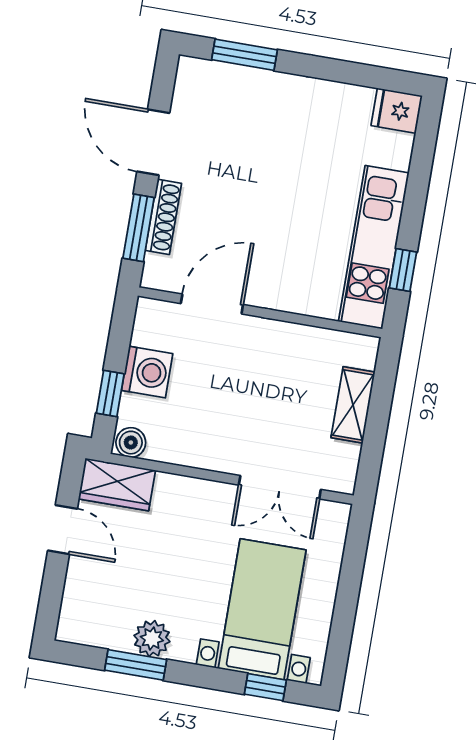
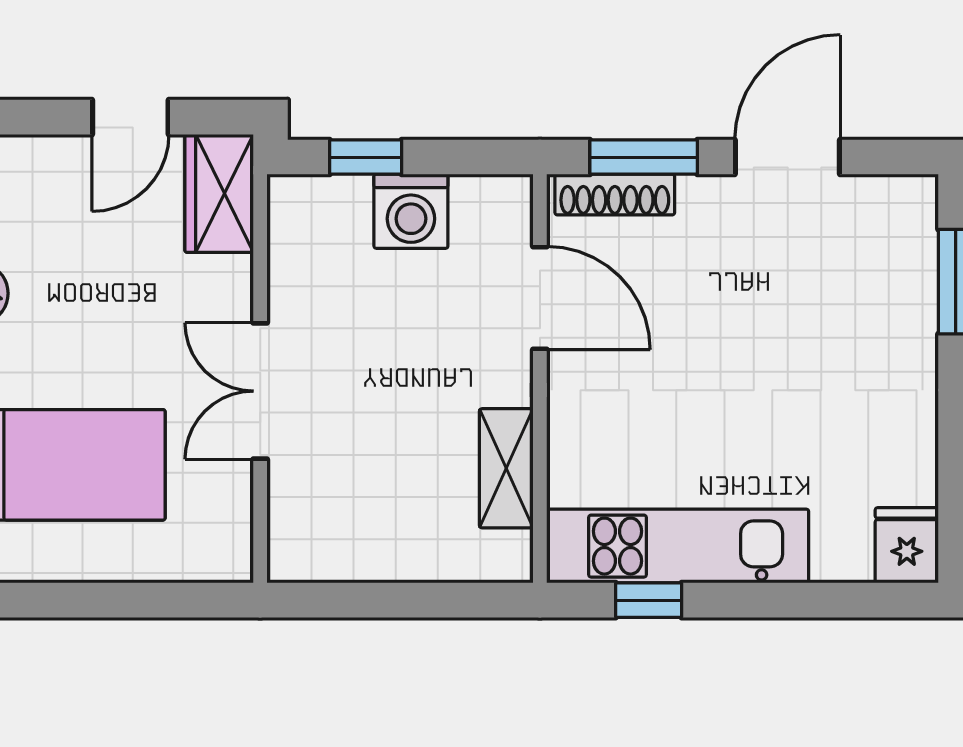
shoe rack: (163, 217) -> (615, 195), moved
shelving: (353, 405) -> (506, 468), moved, turned 90
boiler: (131, 443) -> (291, 204), removed
double door: (280, 487) -> (260, 391), moved

